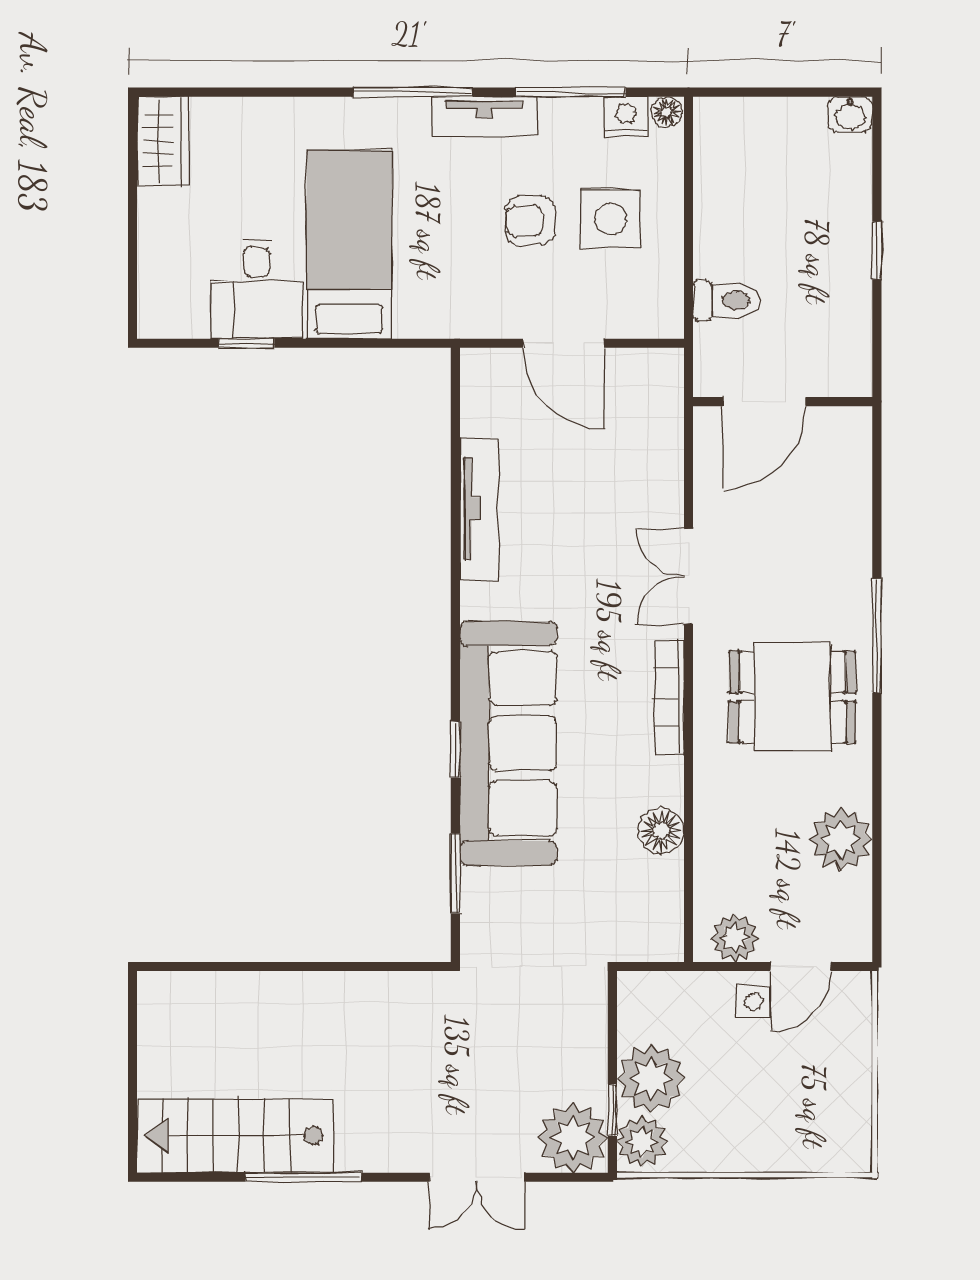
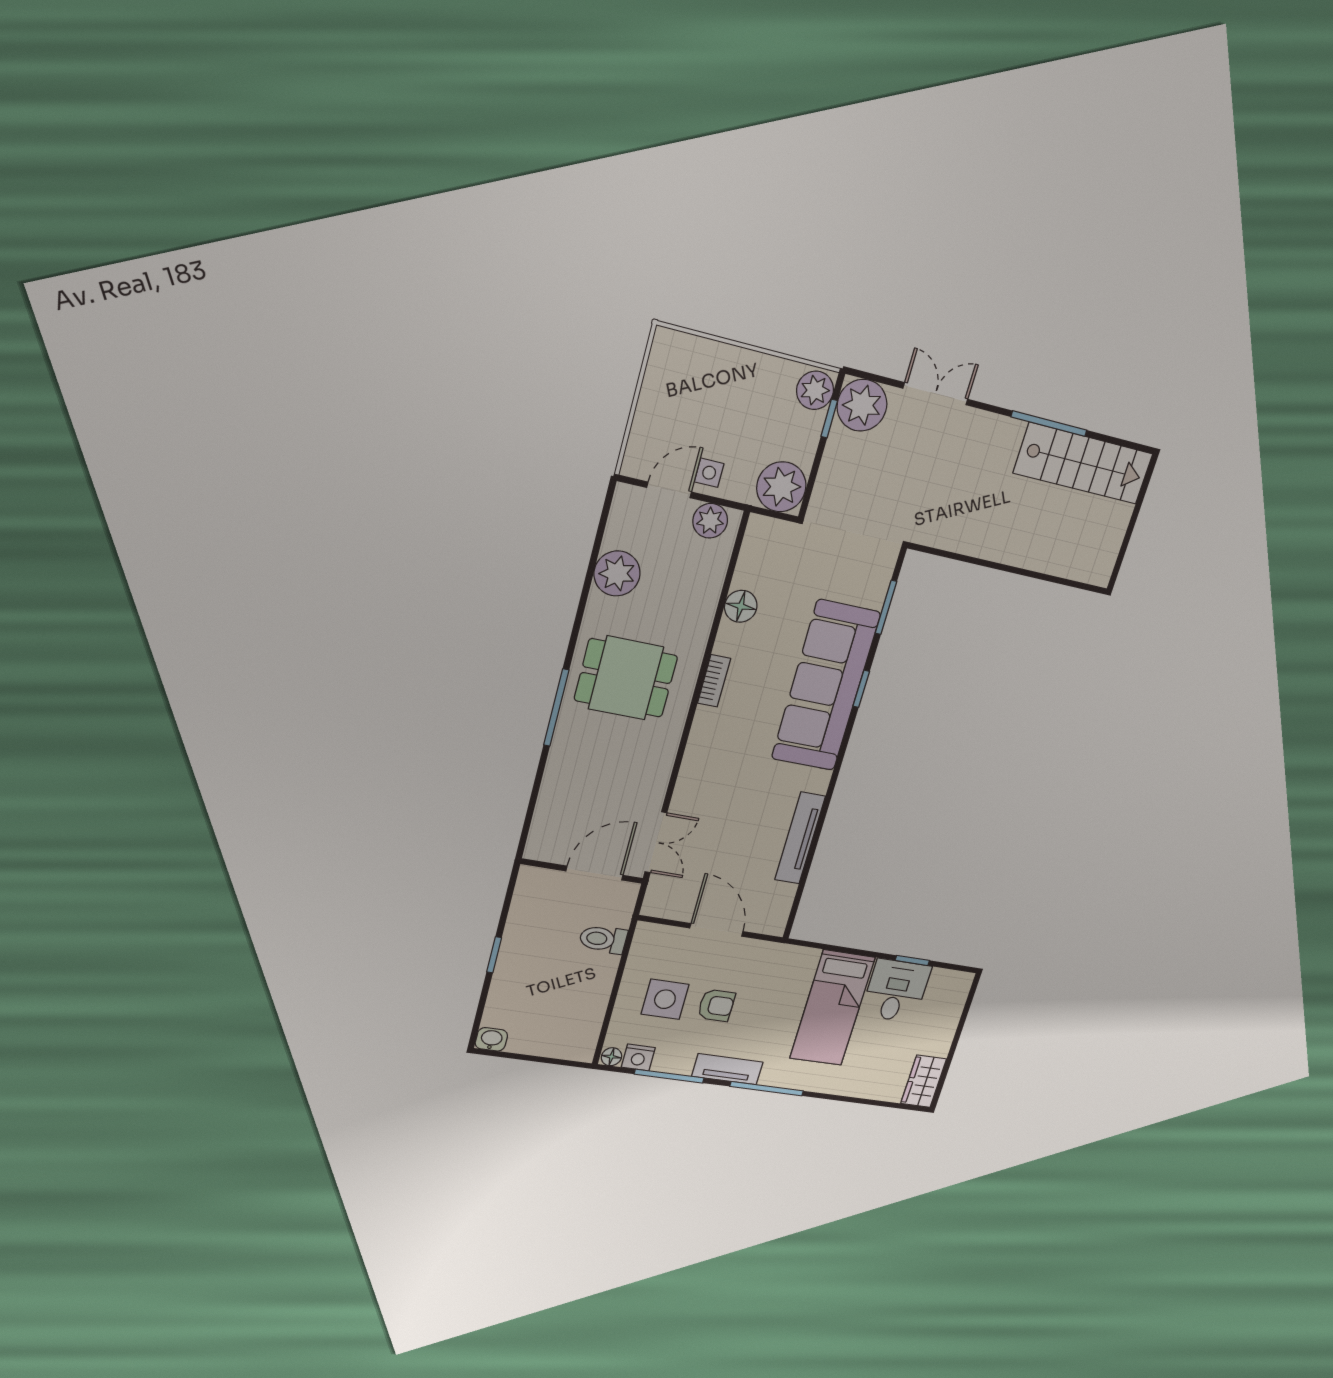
double door: (688, 576) -> (656, 842), moved
bookcase: (669, 698) -> (714, 681), width x0.64
plant: (651, 1078) -> (781, 487), moved

